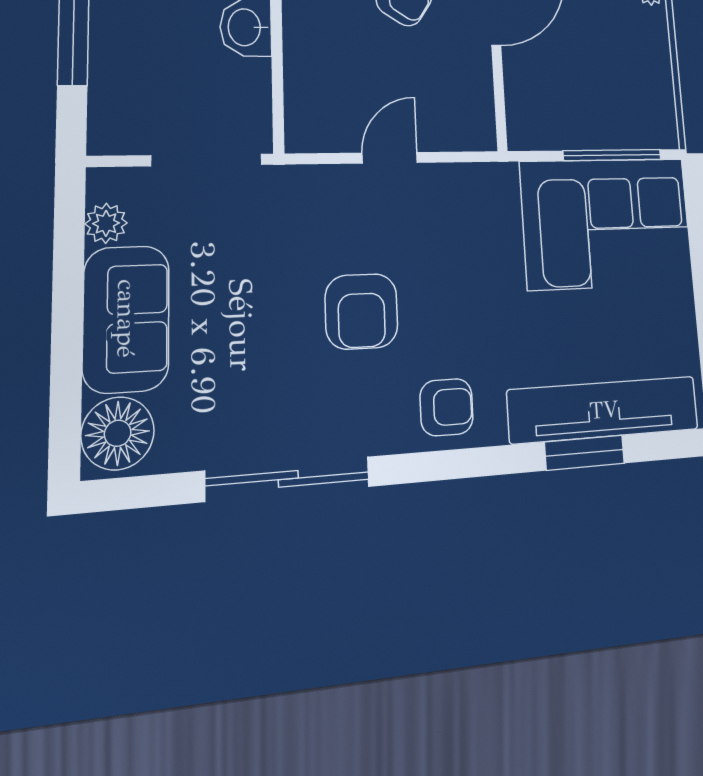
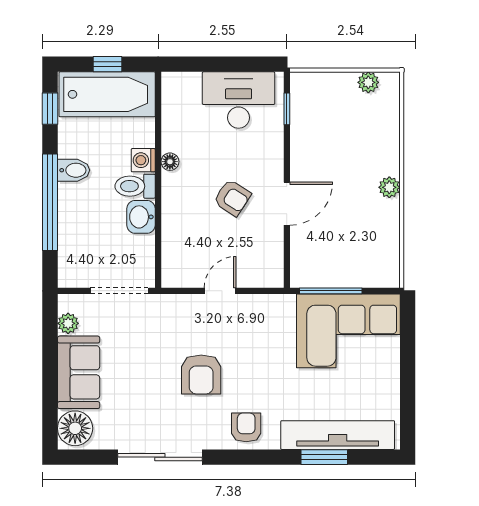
window: (612, 155) -> (331, 291), moved
armchair: (446, 407) -> (246, 427), turned -90

